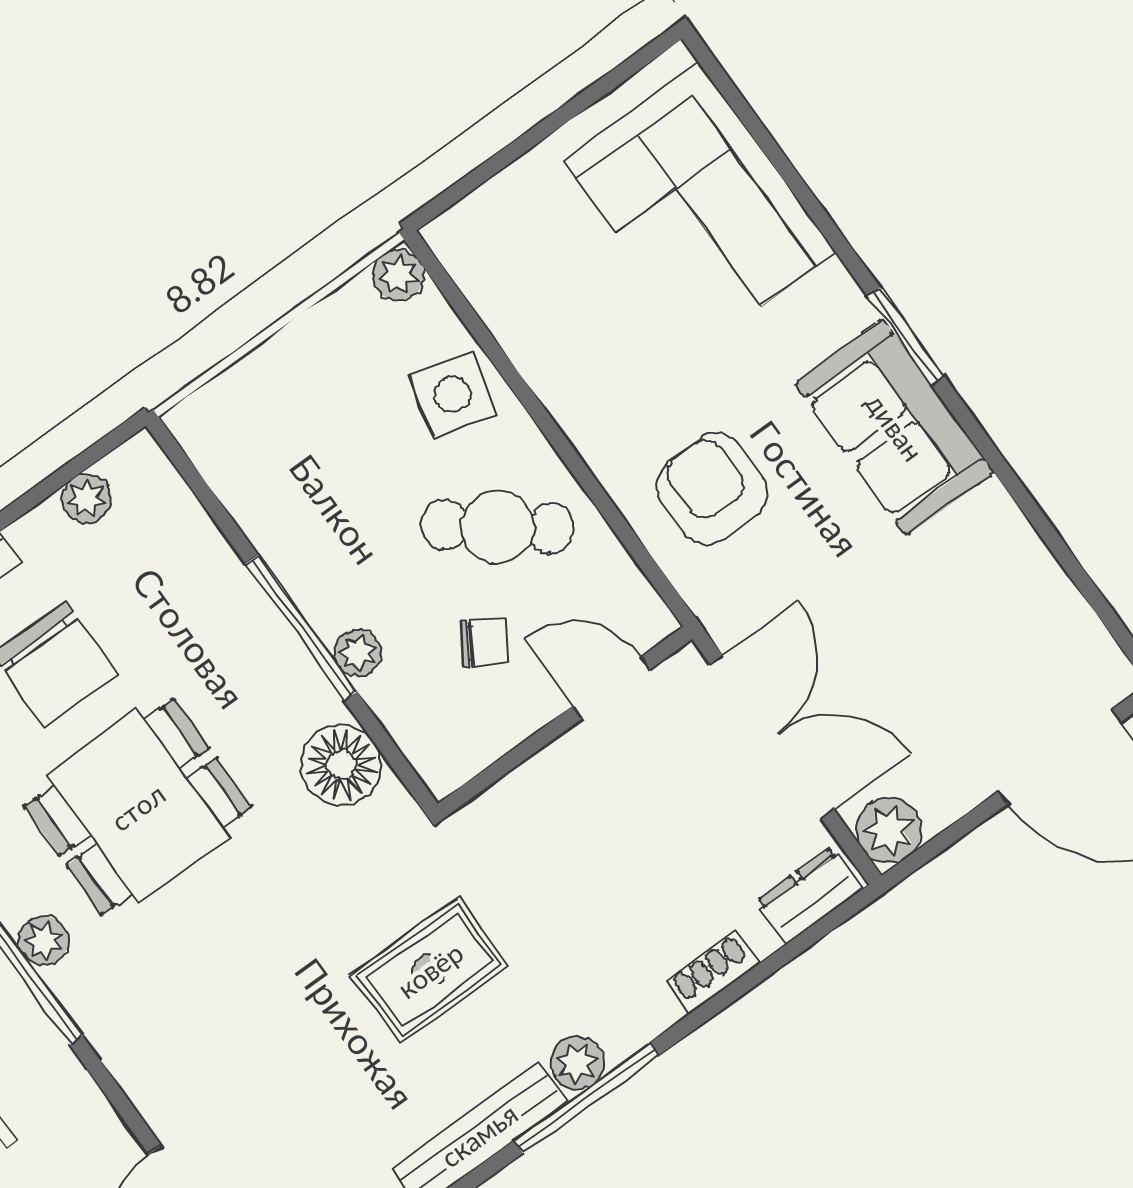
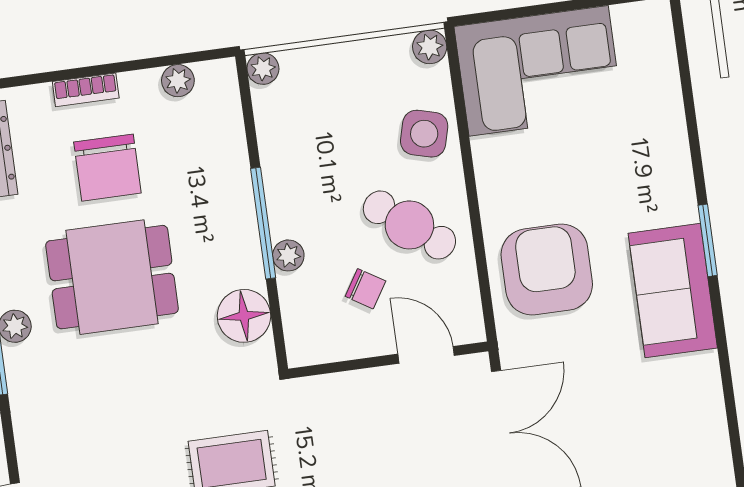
corner sofa: (700, 206) -> (539, 71), moved, turned -90
plant: (192, 422) -> (263, 69), added
armchair: (712, 489) -> (547, 270), width x1.36, depth x1.36

